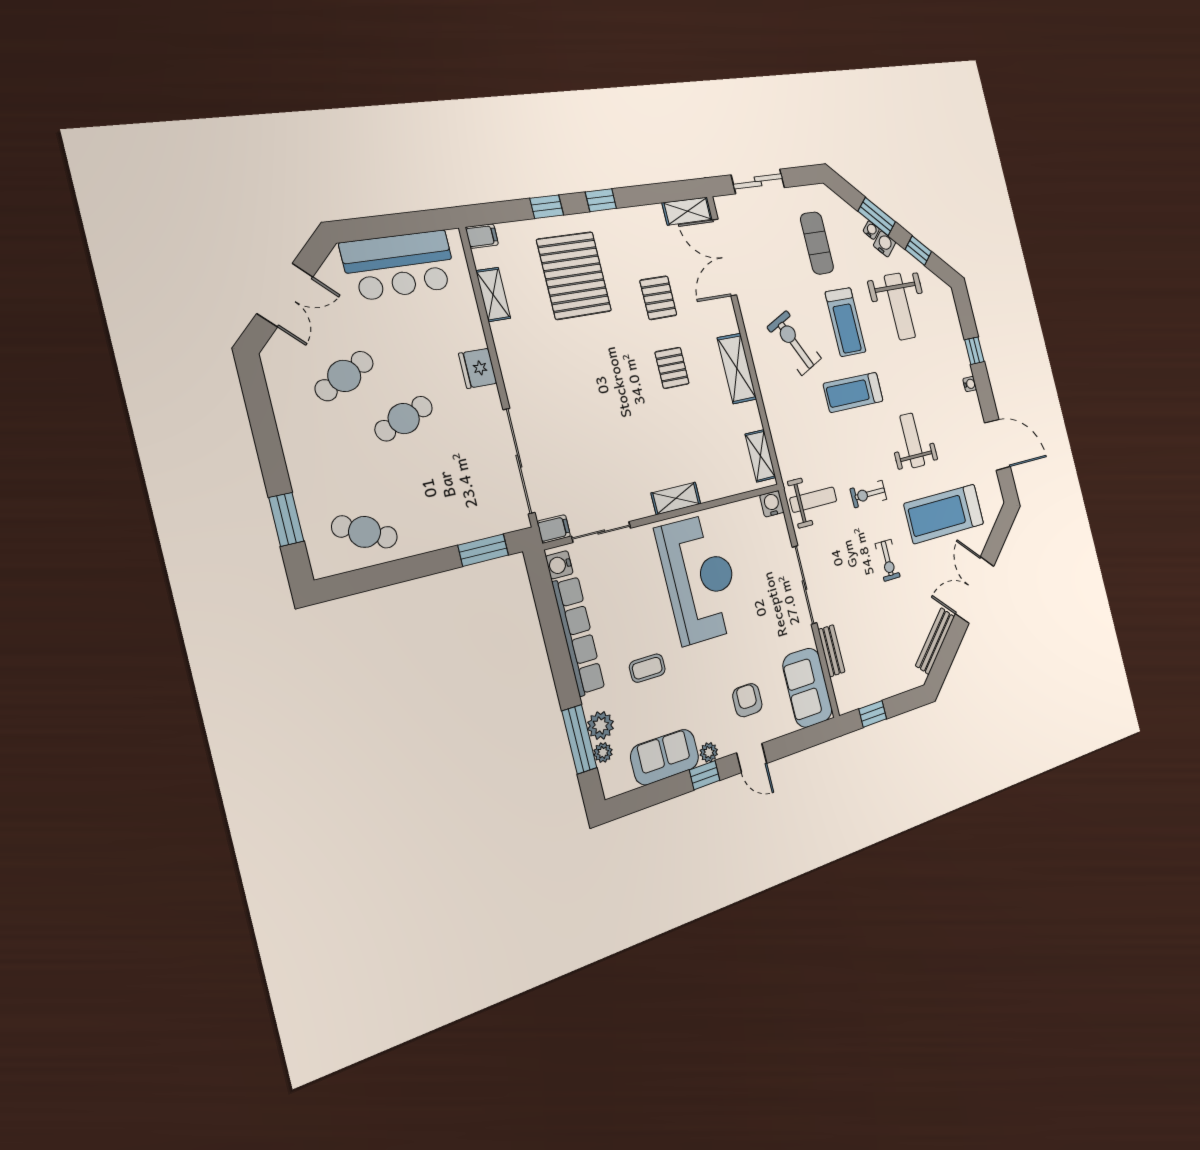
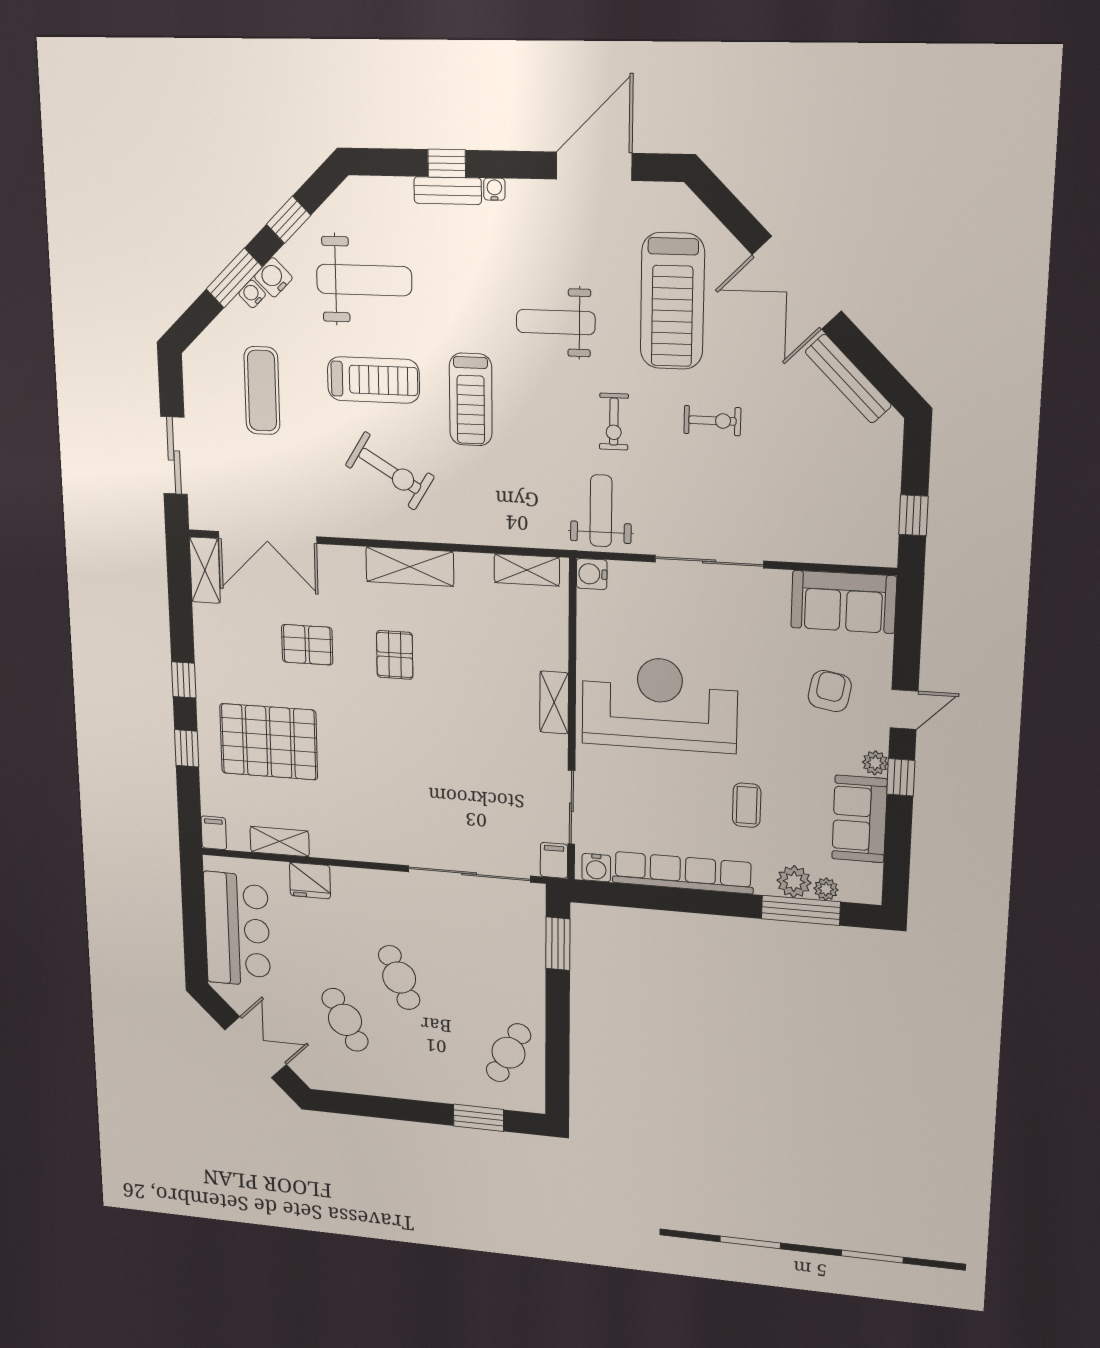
exercise mat: (817, 243) -> (262, 391), turned 90
exercise bike: (794, 343) -> (390, 471), turned -123
fridge: (478, 368) -> (310, 881), moved
pallet: (672, 368) -> (395, 655), turned 90
bench: (831, 651) -> (448, 191), moved
armchair: (747, 700) -> (830, 691), turned 100

